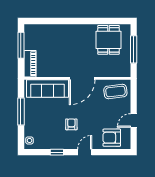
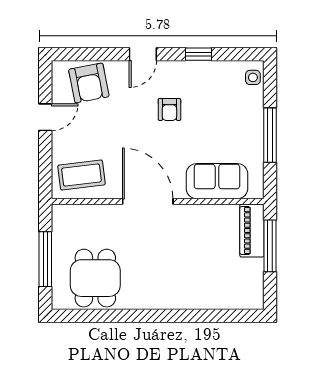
window: (21, 45) -> (270, 246), moved
door: (82, 78) -> (148, 201), hinge flipped
sofa: (48, 88) -> (217, 181), width x0.73
armchair: (112, 138) -> (89, 83), turned 79

